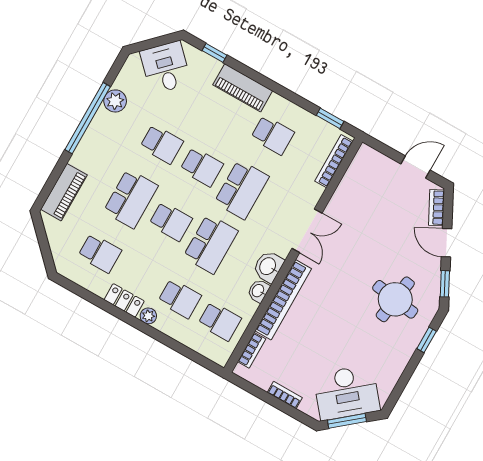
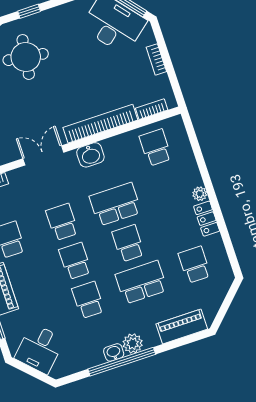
plant: (115, 101) -> (133, 343), moved
school desk: (242, 190) -> (62, 222), width x0.54
washbasin: (258, 291) -> (114, 352), moved, turned 180
school desk: (180, 299) -> (169, 187), removed

